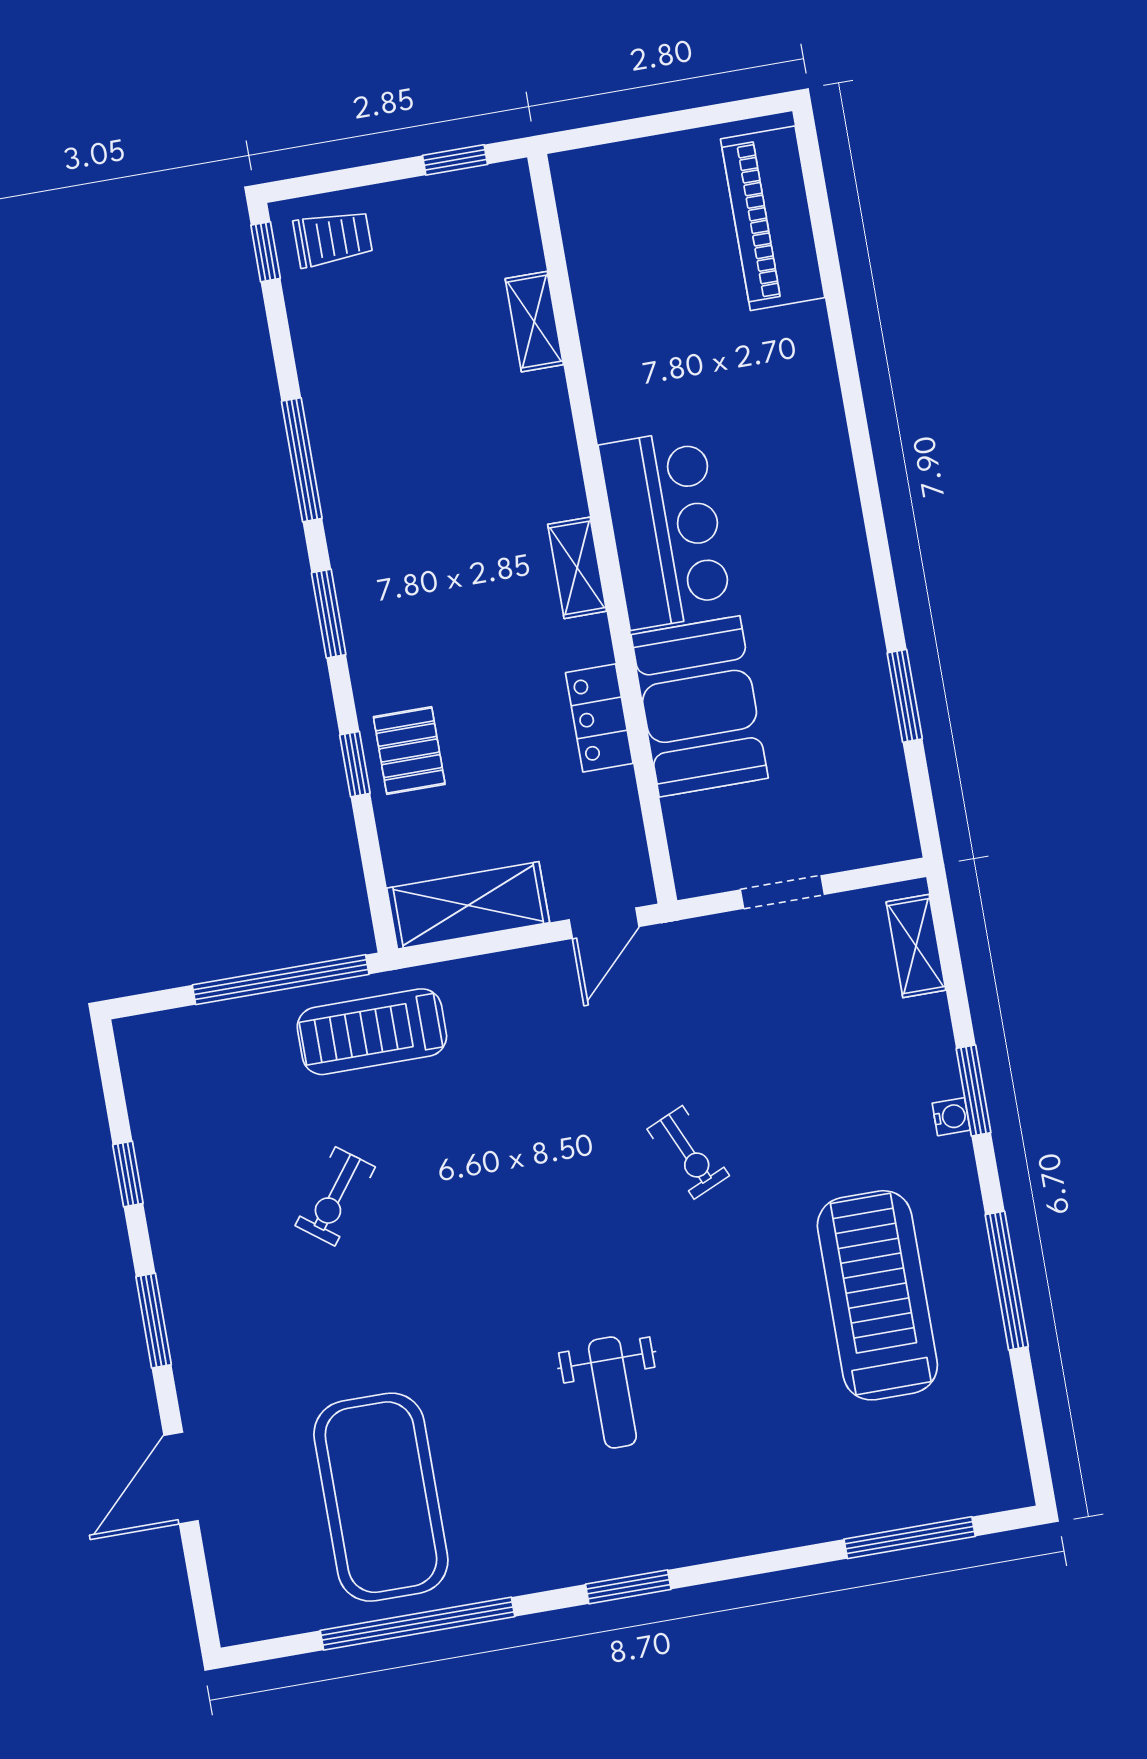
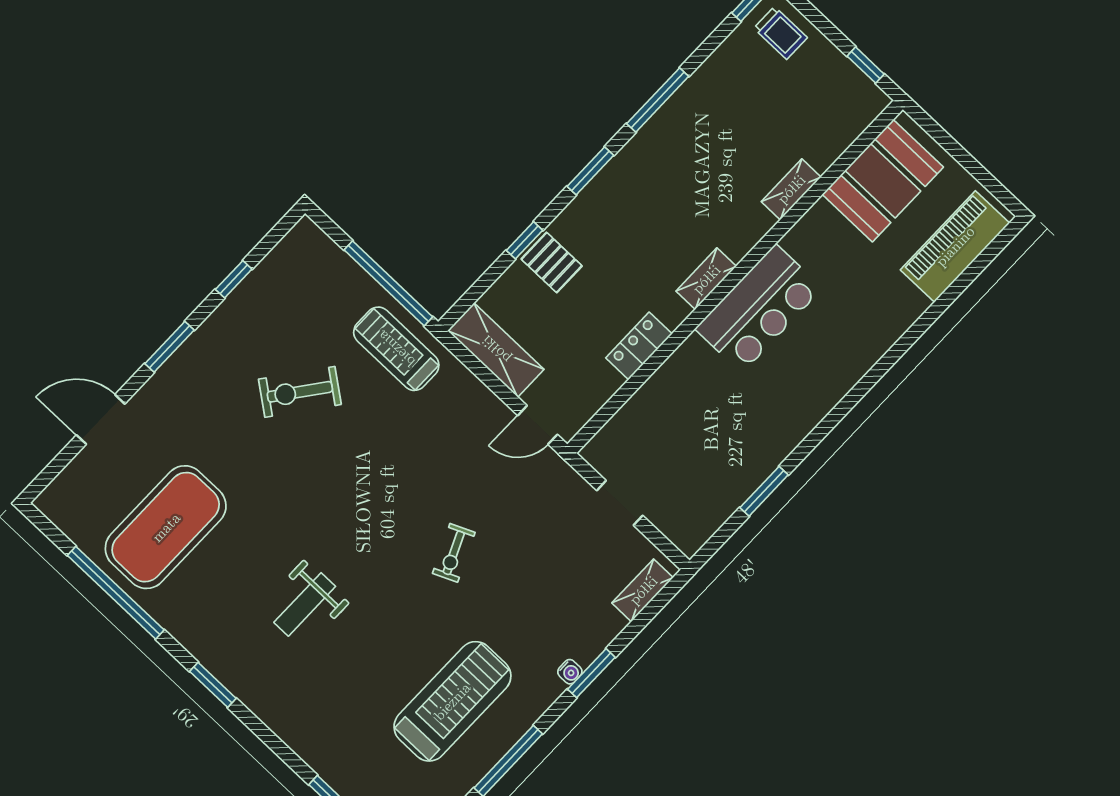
shelving: (534, 322) -> (791, 189), moved
booth: (700, 706) -> (883, 181), moved
pallet: (409, 750) -> (552, 263), turned 90
exercise bike: (335, 1196) -> (300, 392), width x1.38, depth x1.39

